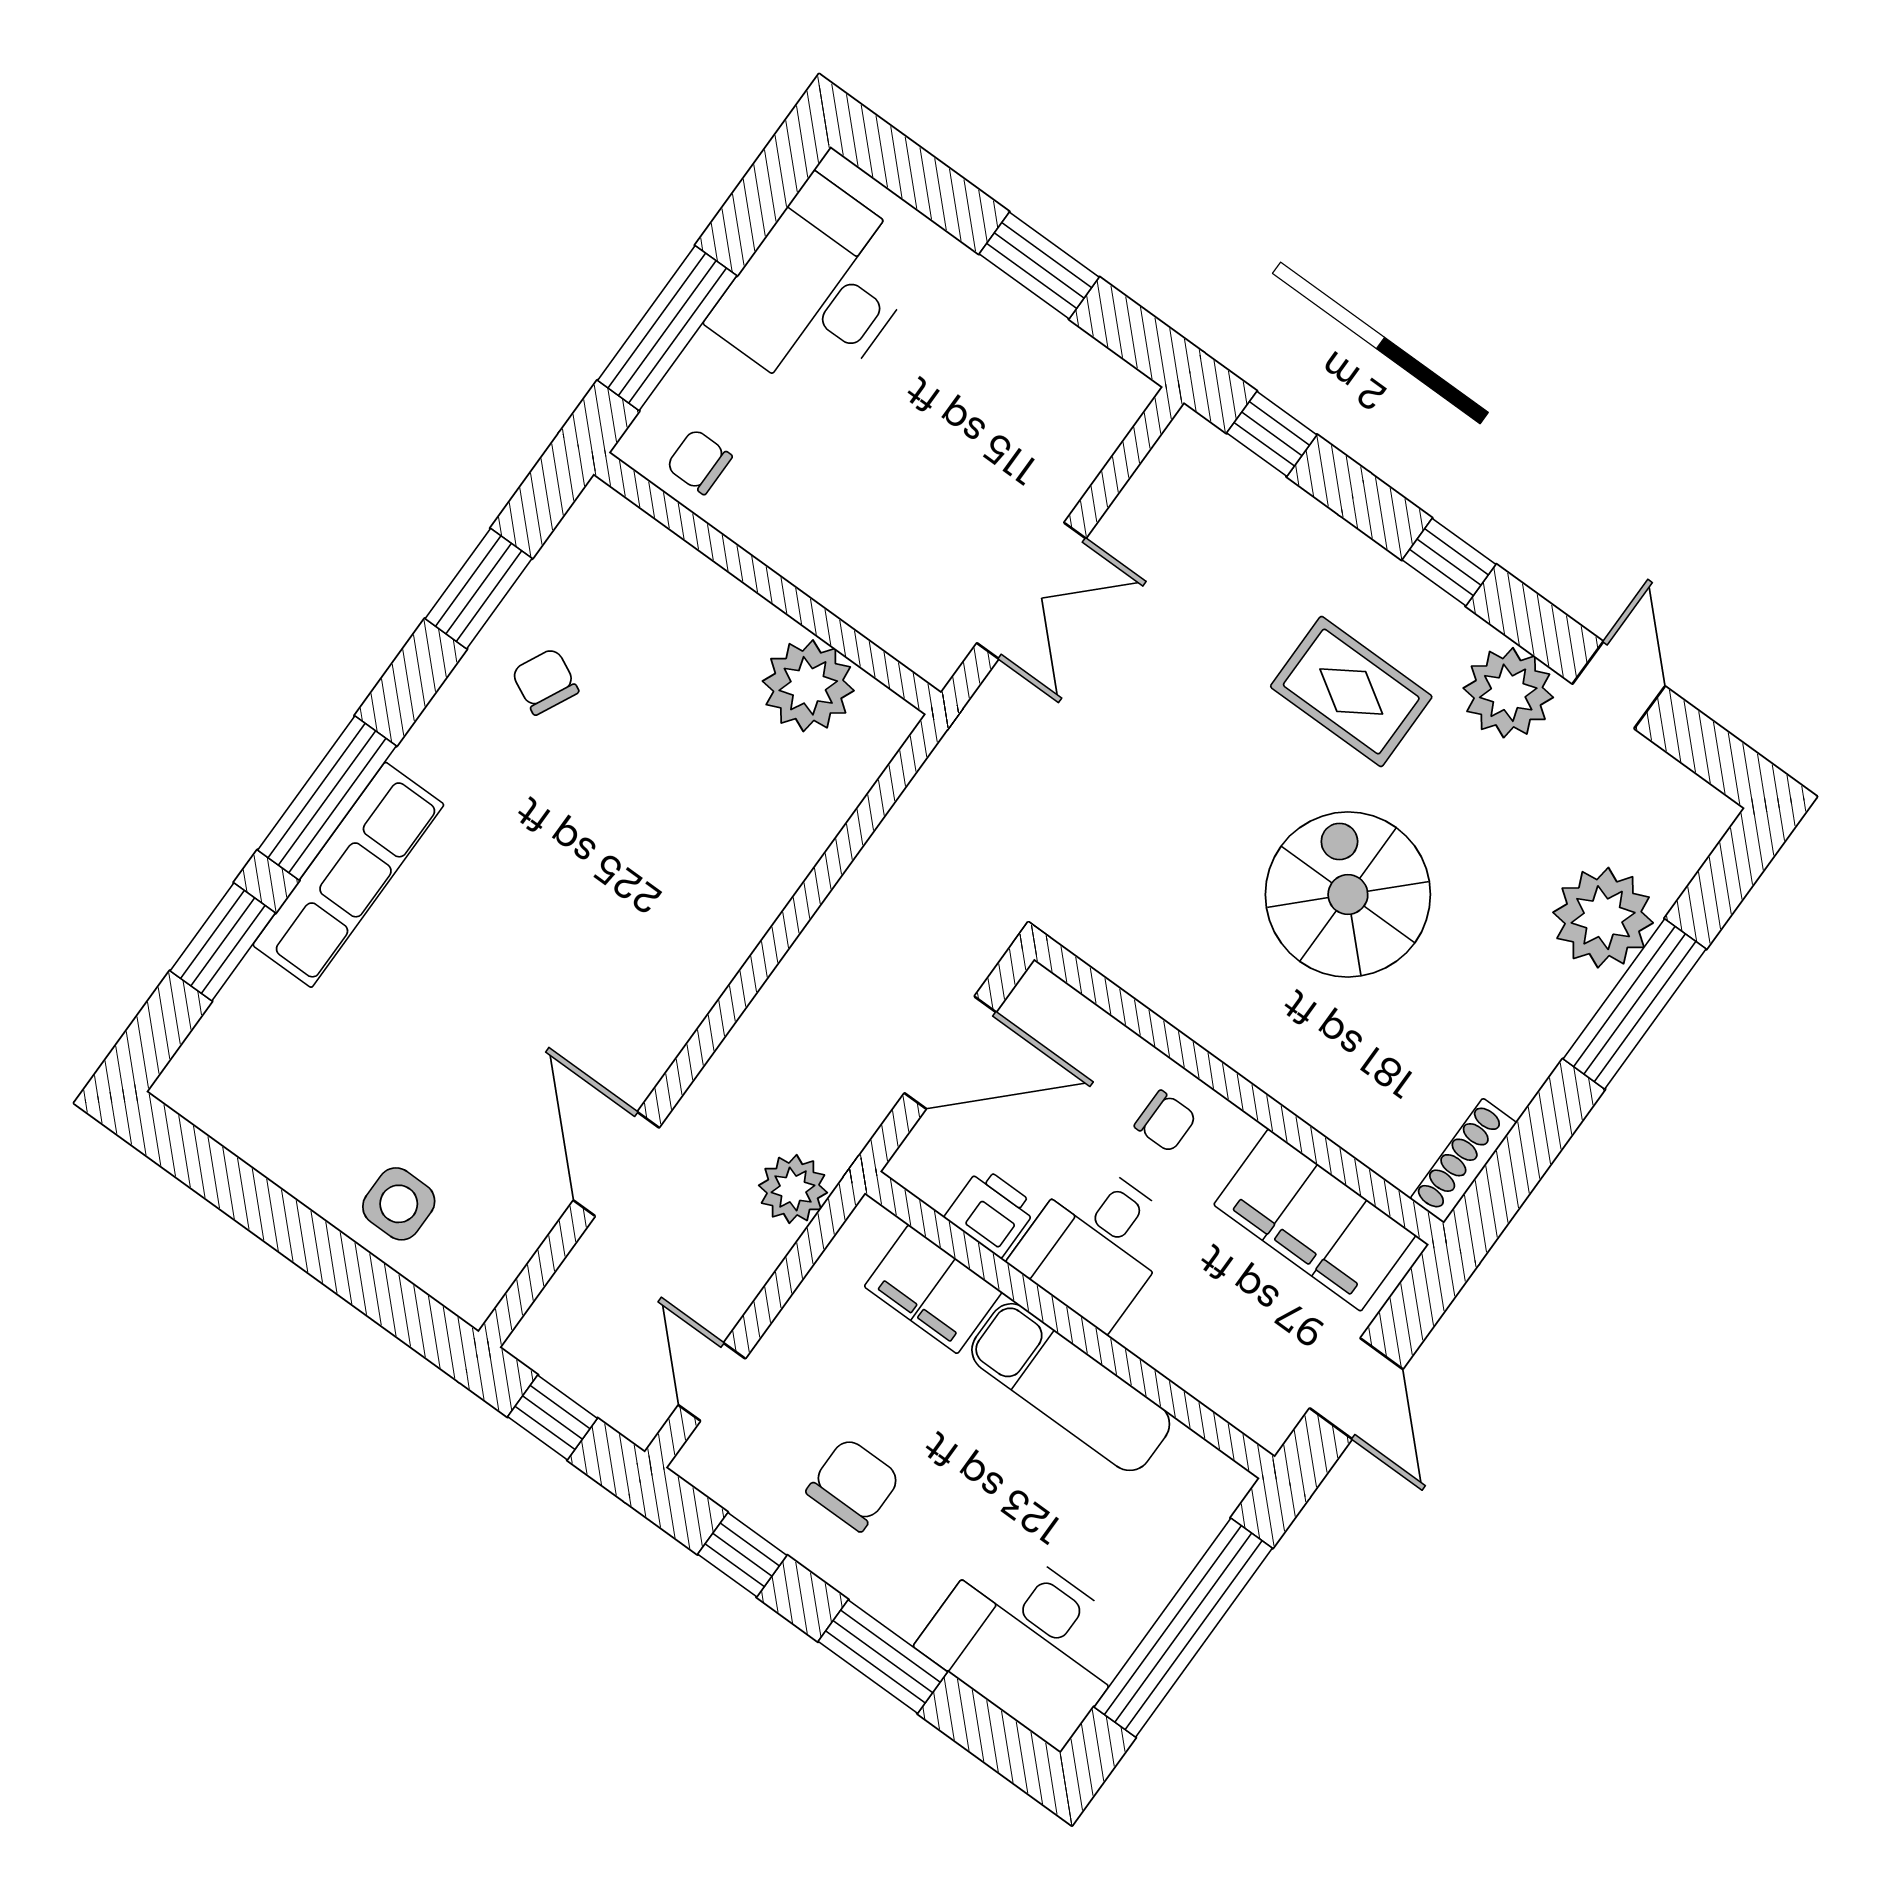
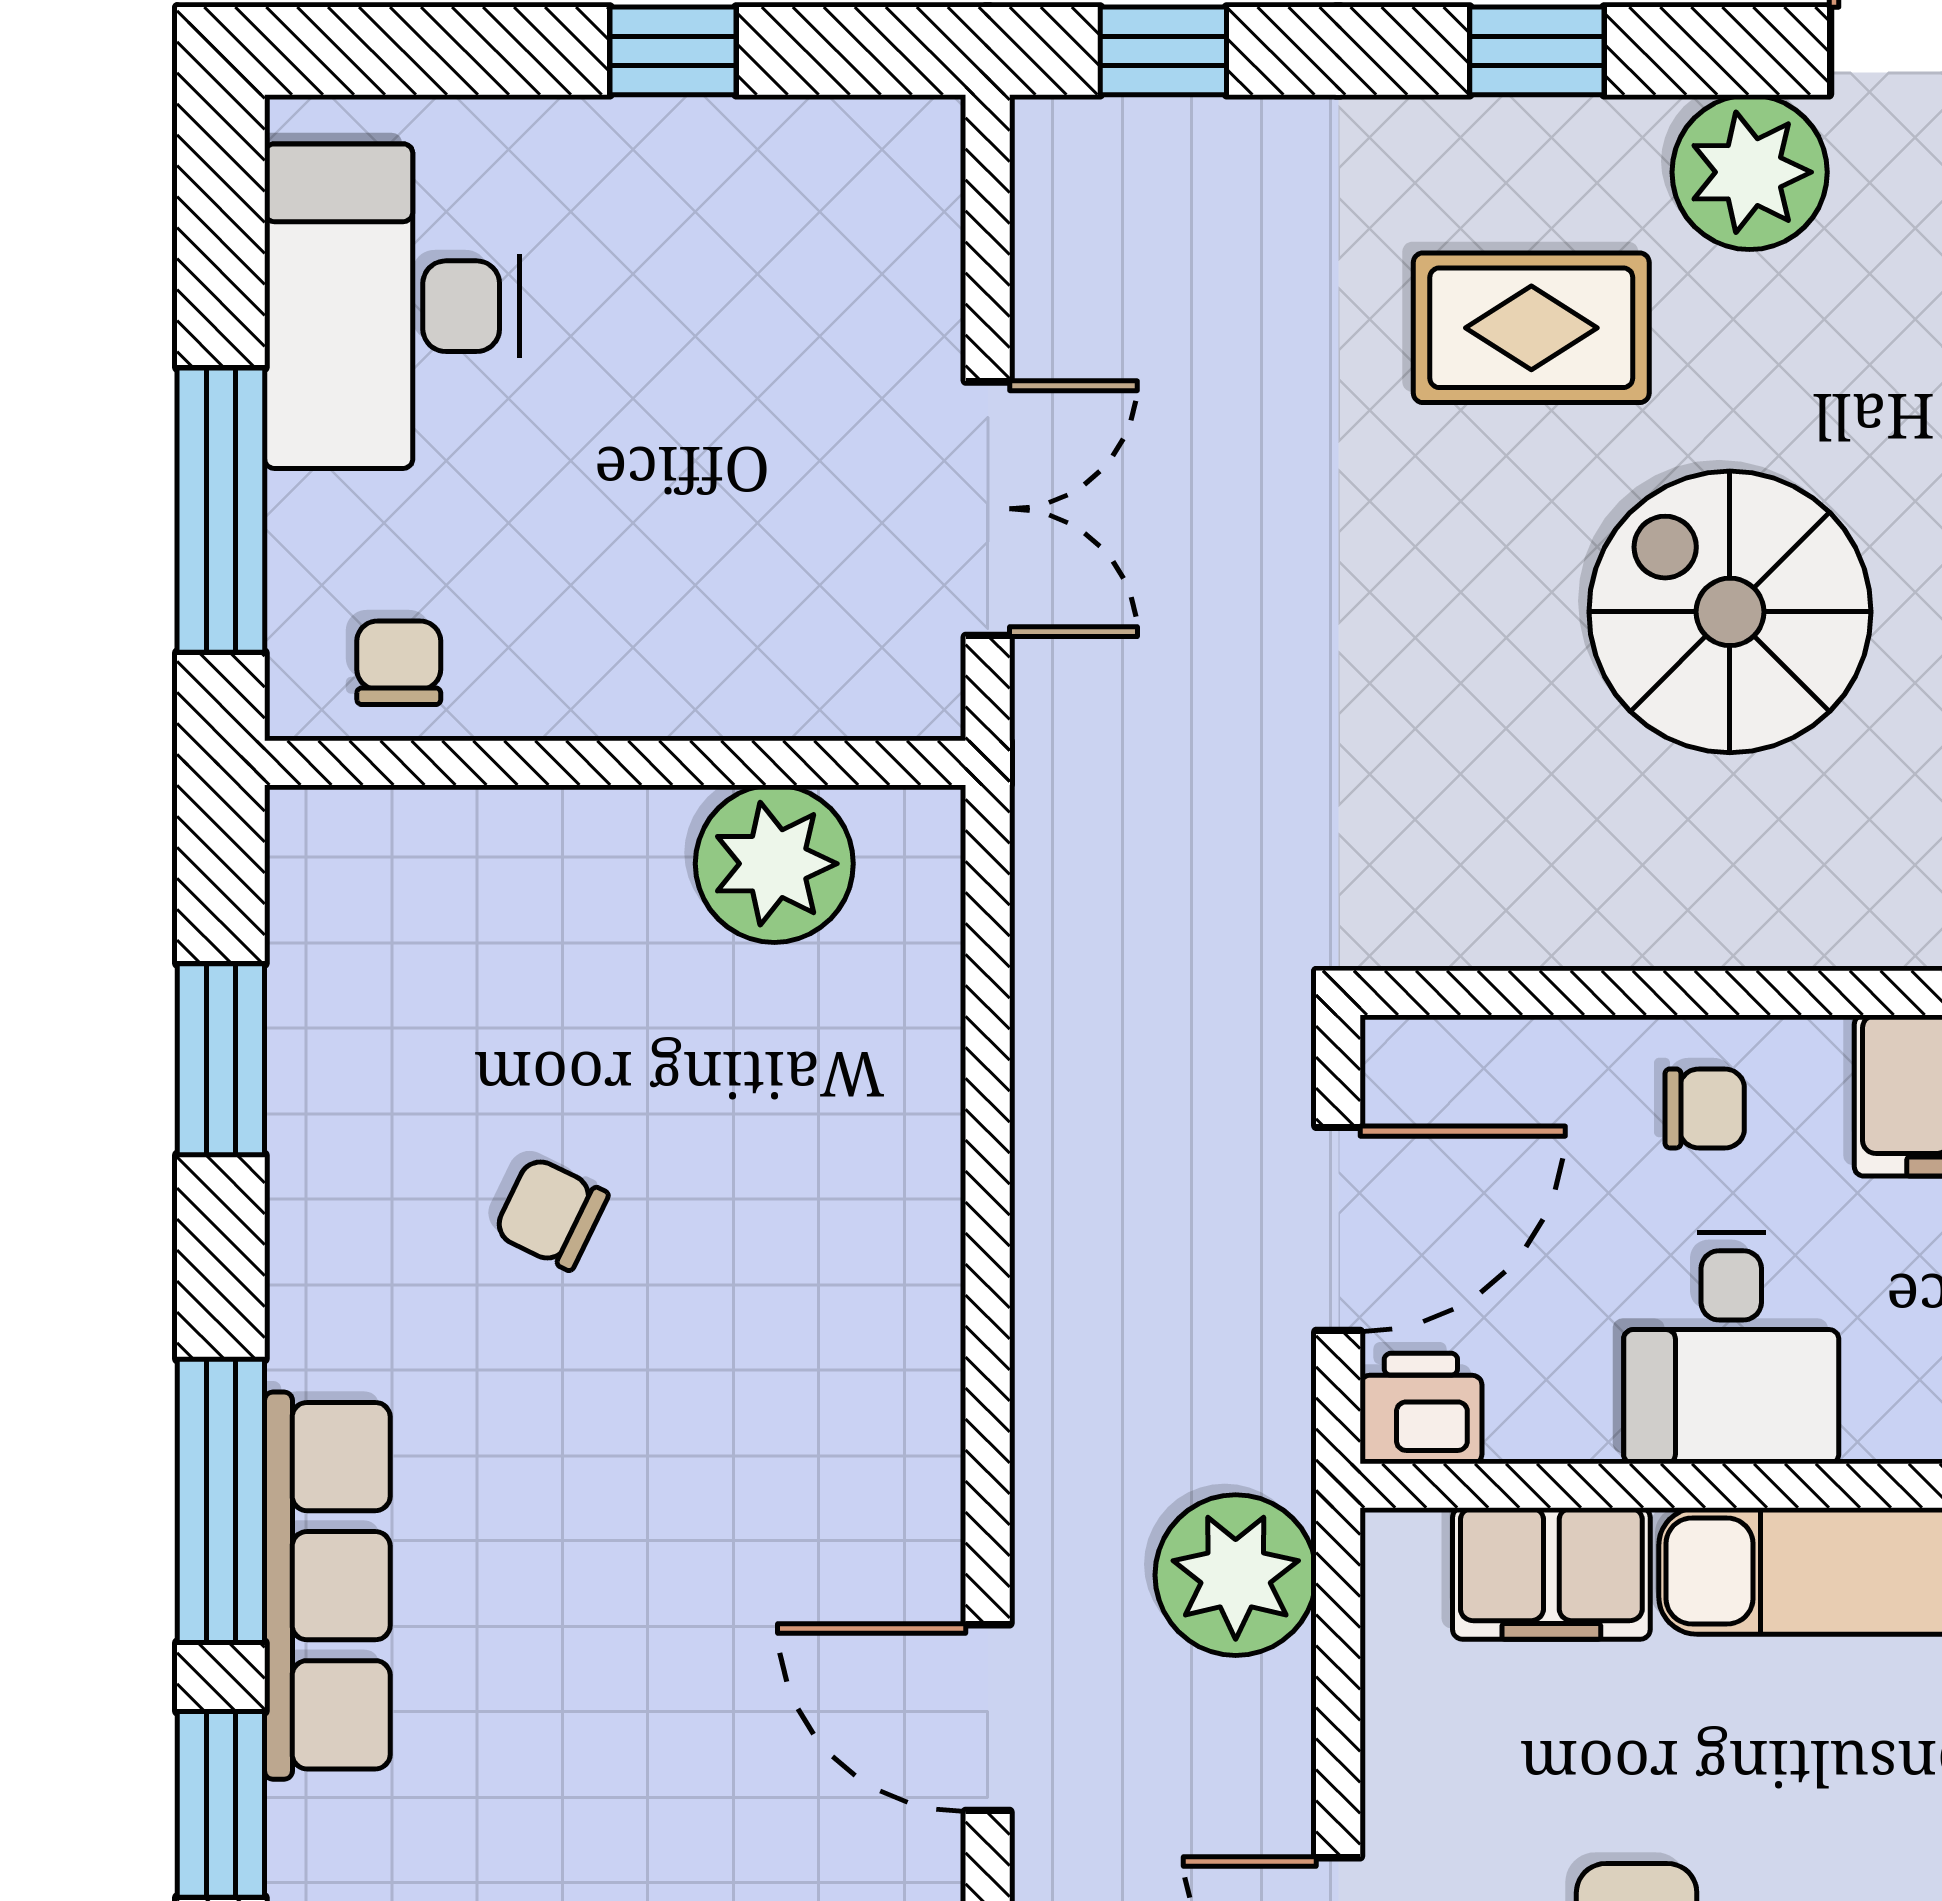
window: (1039, 265) -> (673, 51), width x0.67
chair: (699, 462) -> (399, 663), turned 90
chair: (545, 681) -> (551, 1213), moved
plant: (793, 1189) -> (1236, 1575), width x1.36, depth x1.36
printer: (991, 1212) -> (1421, 1408), moved

